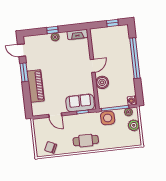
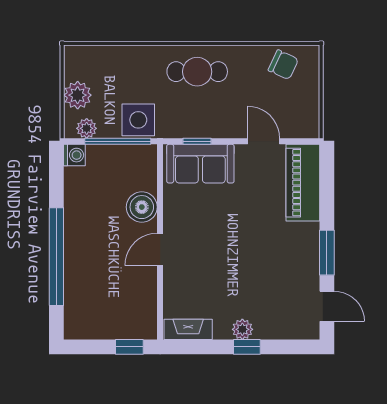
window: (112, 23) -> (129, 347), moved
piano: (36, 86) -> (303, 183), moved

